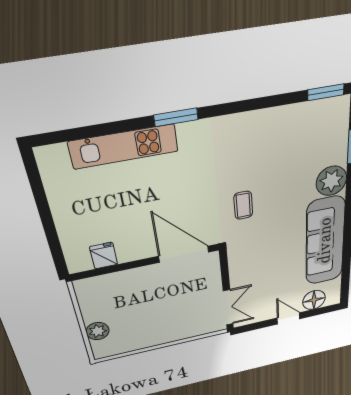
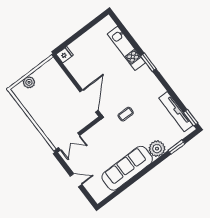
tv unit: (297, 114) -> (176, 112), added
fridge: (104, 256) -> (65, 55), moved
floor lamp: (314, 300) -> (93, 187), removed
door: (288, 318) -> (76, 180), hinge flipped

